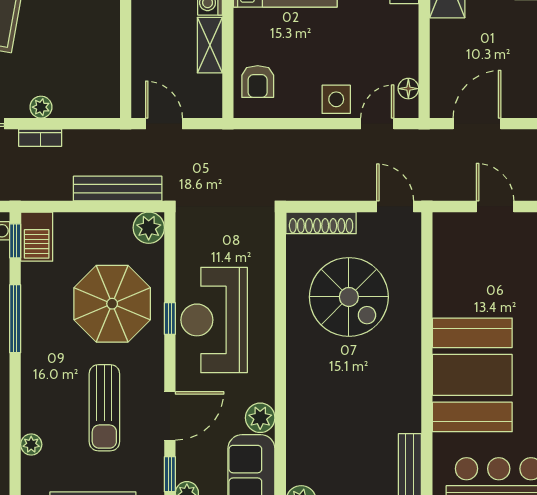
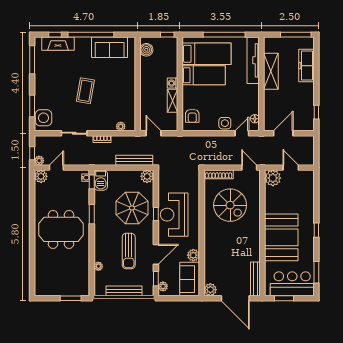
plant: (41, 107) -> (121, 126), moved
plant: (452, 232) -> (273, 178), added
window: (15, 319) -> (92, 214), width x0.69

